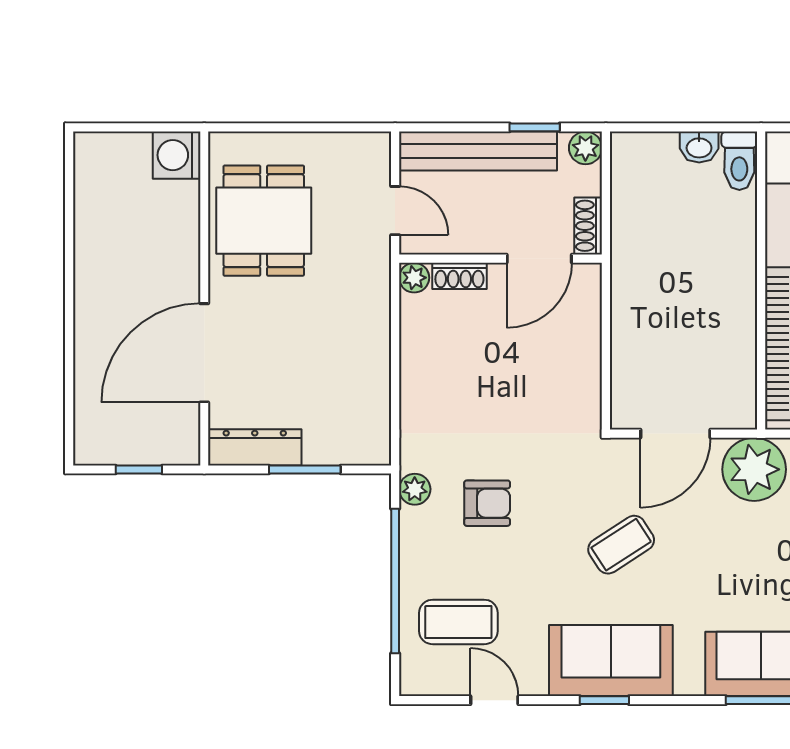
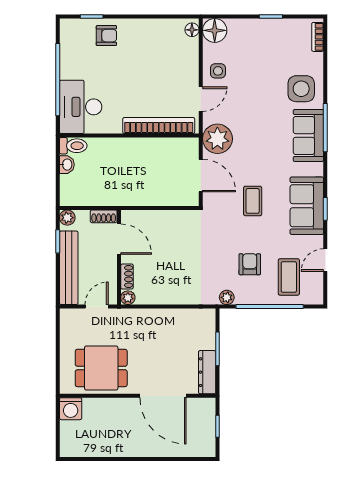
armchair: (487, 503) -> (250, 264), moved
coffee table: (621, 545) -> (253, 201), turned 33

